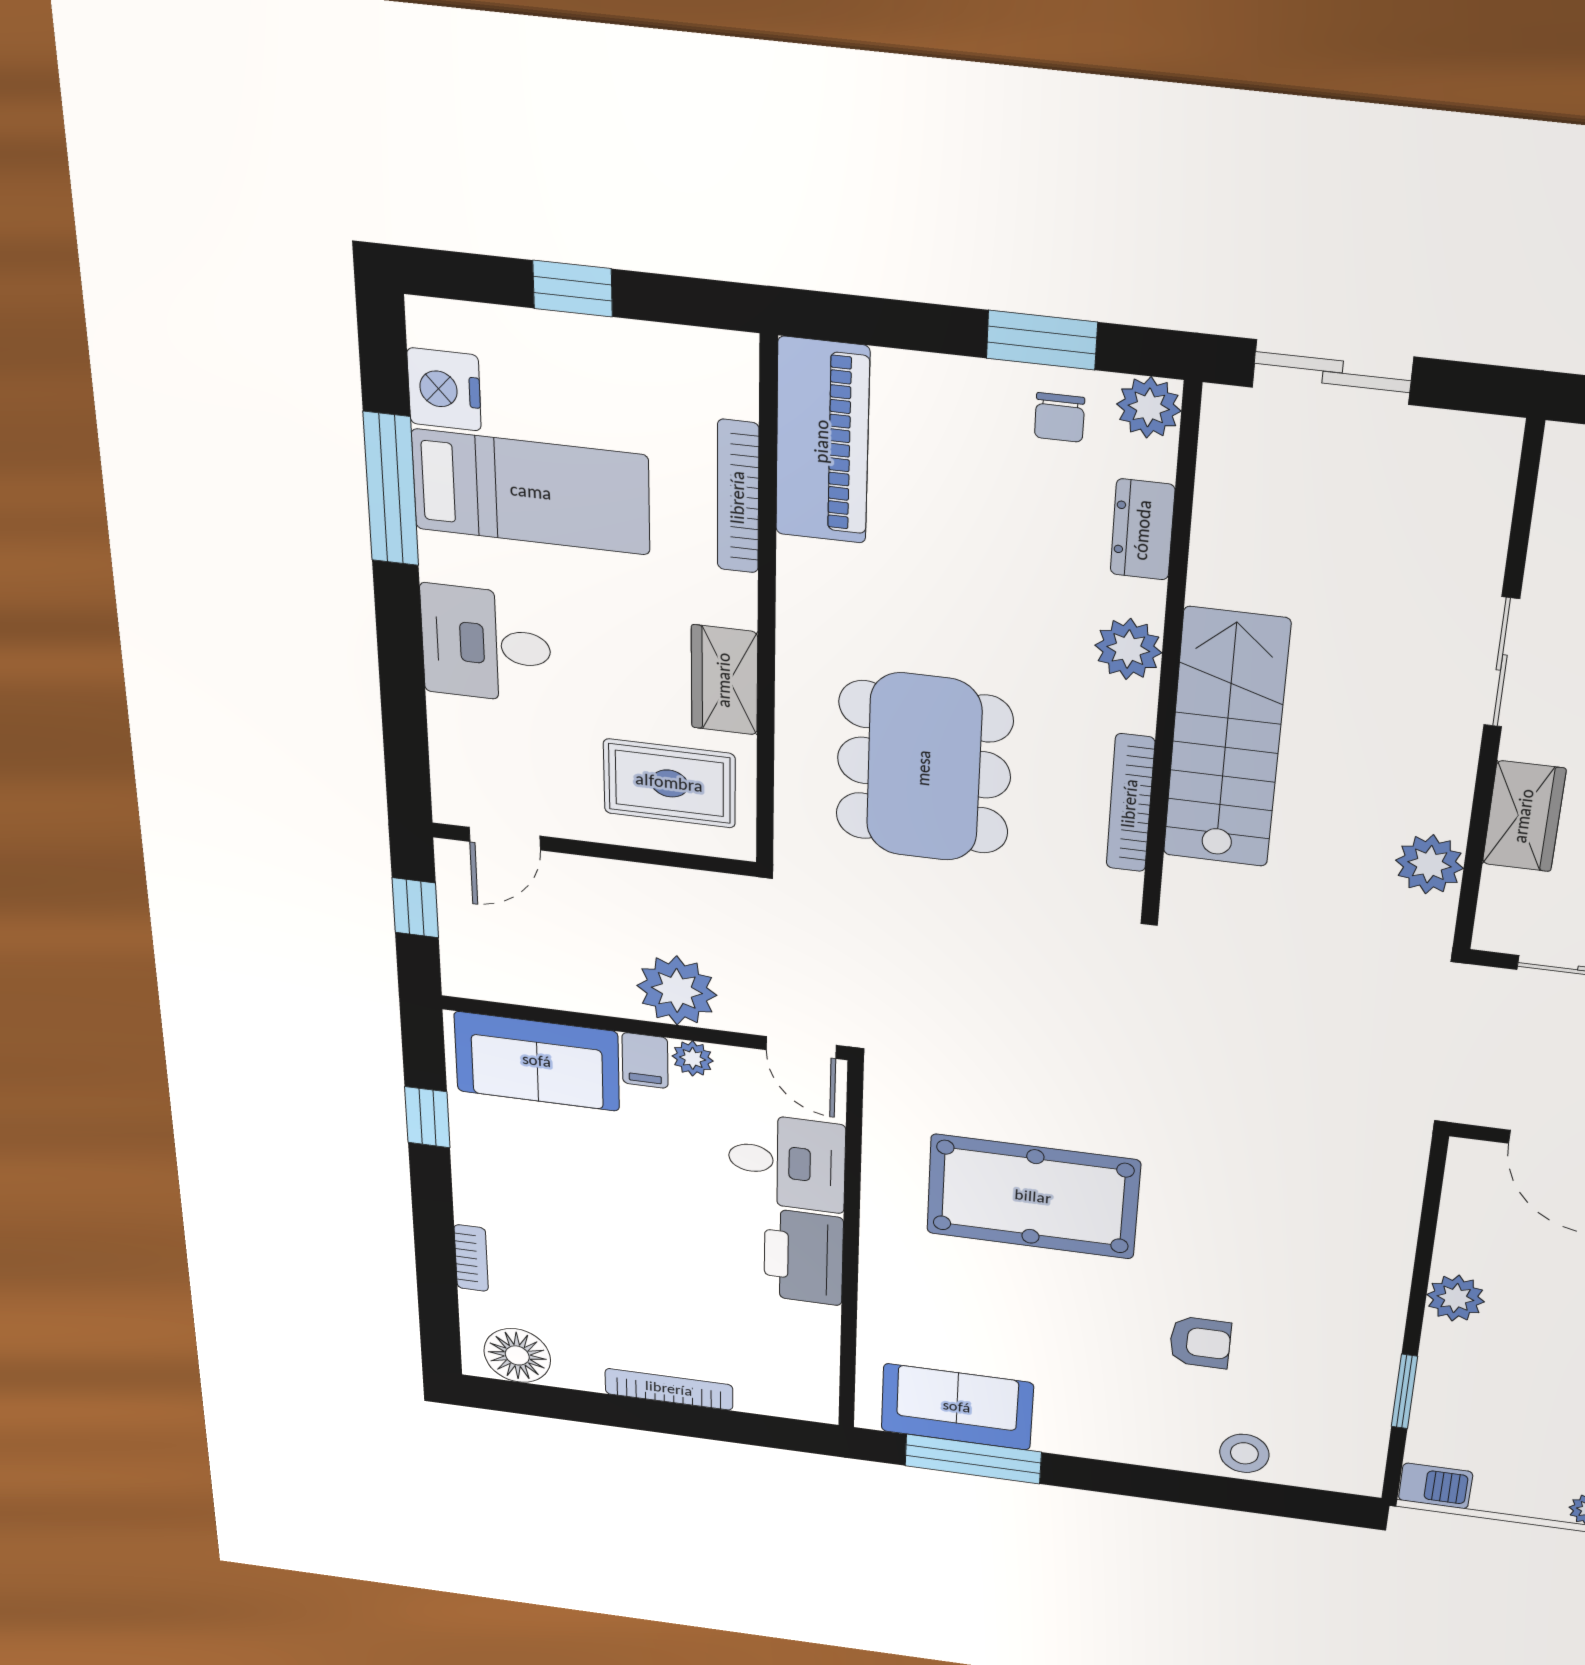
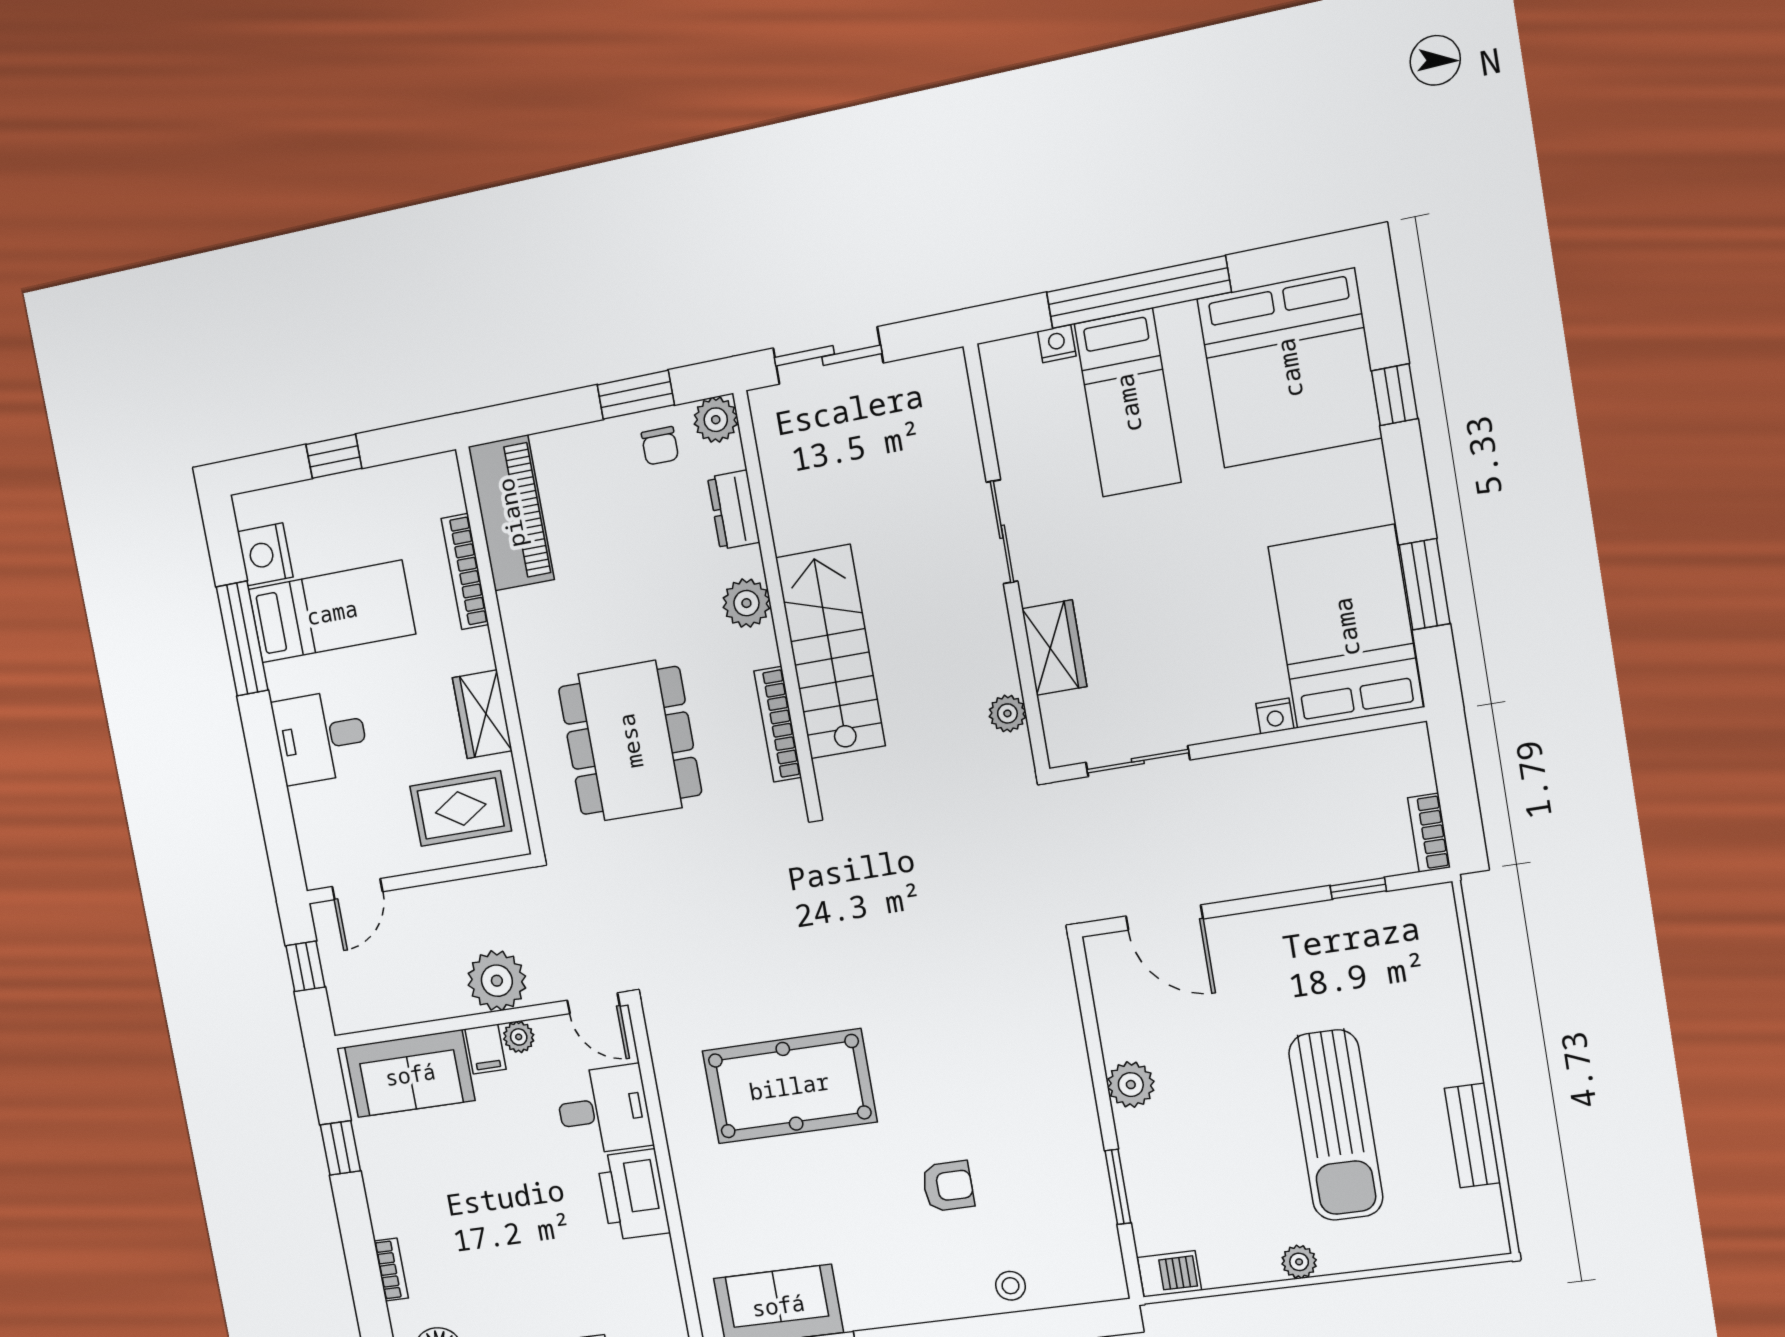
plant: (1429, 864) -> (1007, 713), width x0.73, depth x0.73
stool: (1244, 1453) -> (1010, 1286), width x0.73, depth x0.73

